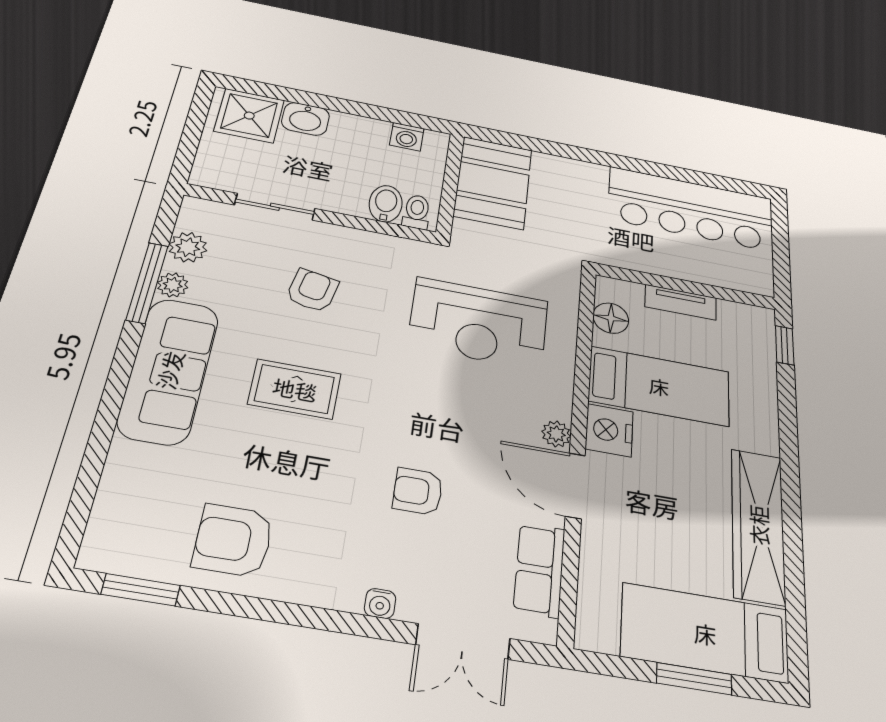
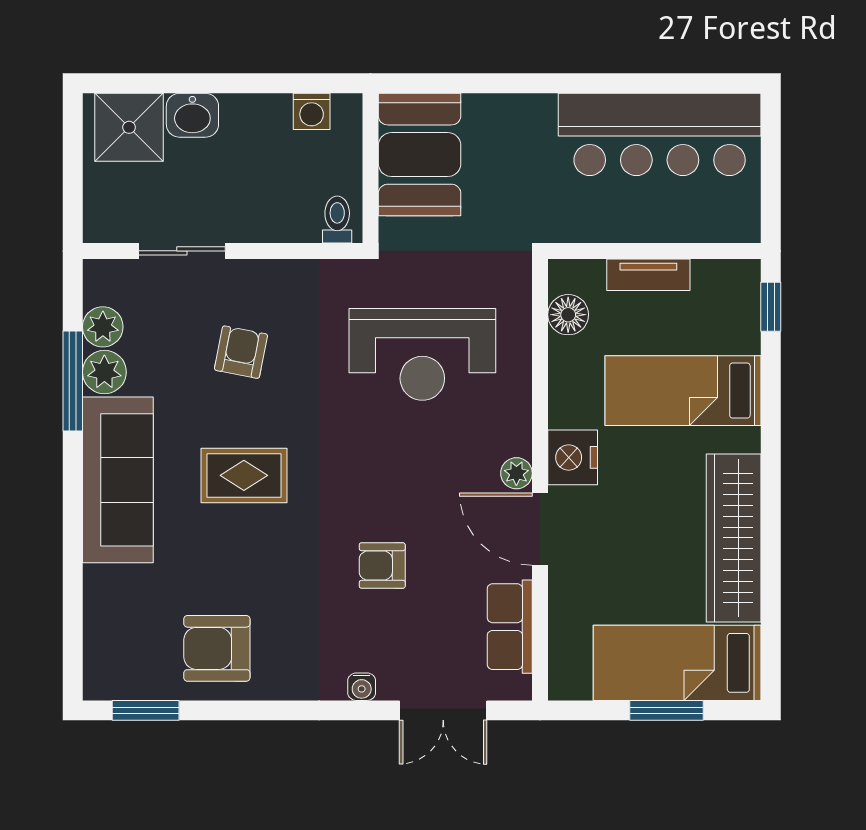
bidet: (386, 204) -> (301, 217), removed
plant: (173, 285) -> (104, 372), width x1.38, depth x1.38
bed: (659, 386) -> (683, 391), moved, turned 180

